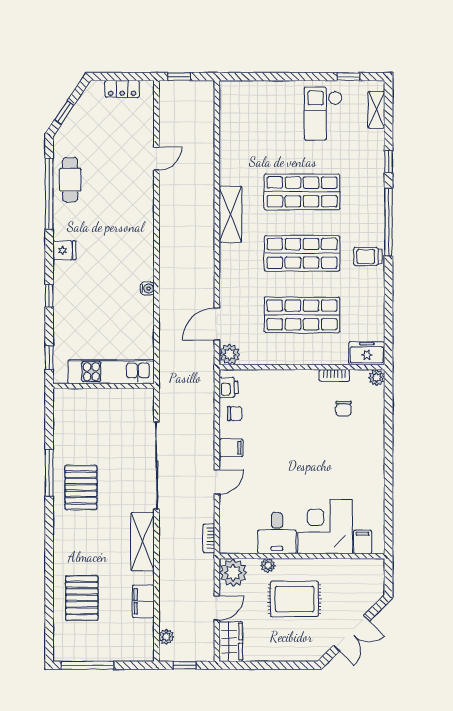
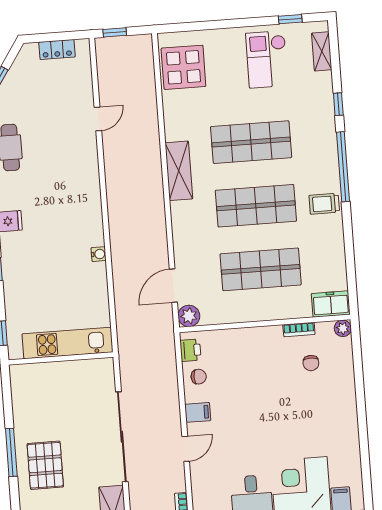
display table: (242, 115) -> (183, 67), added

